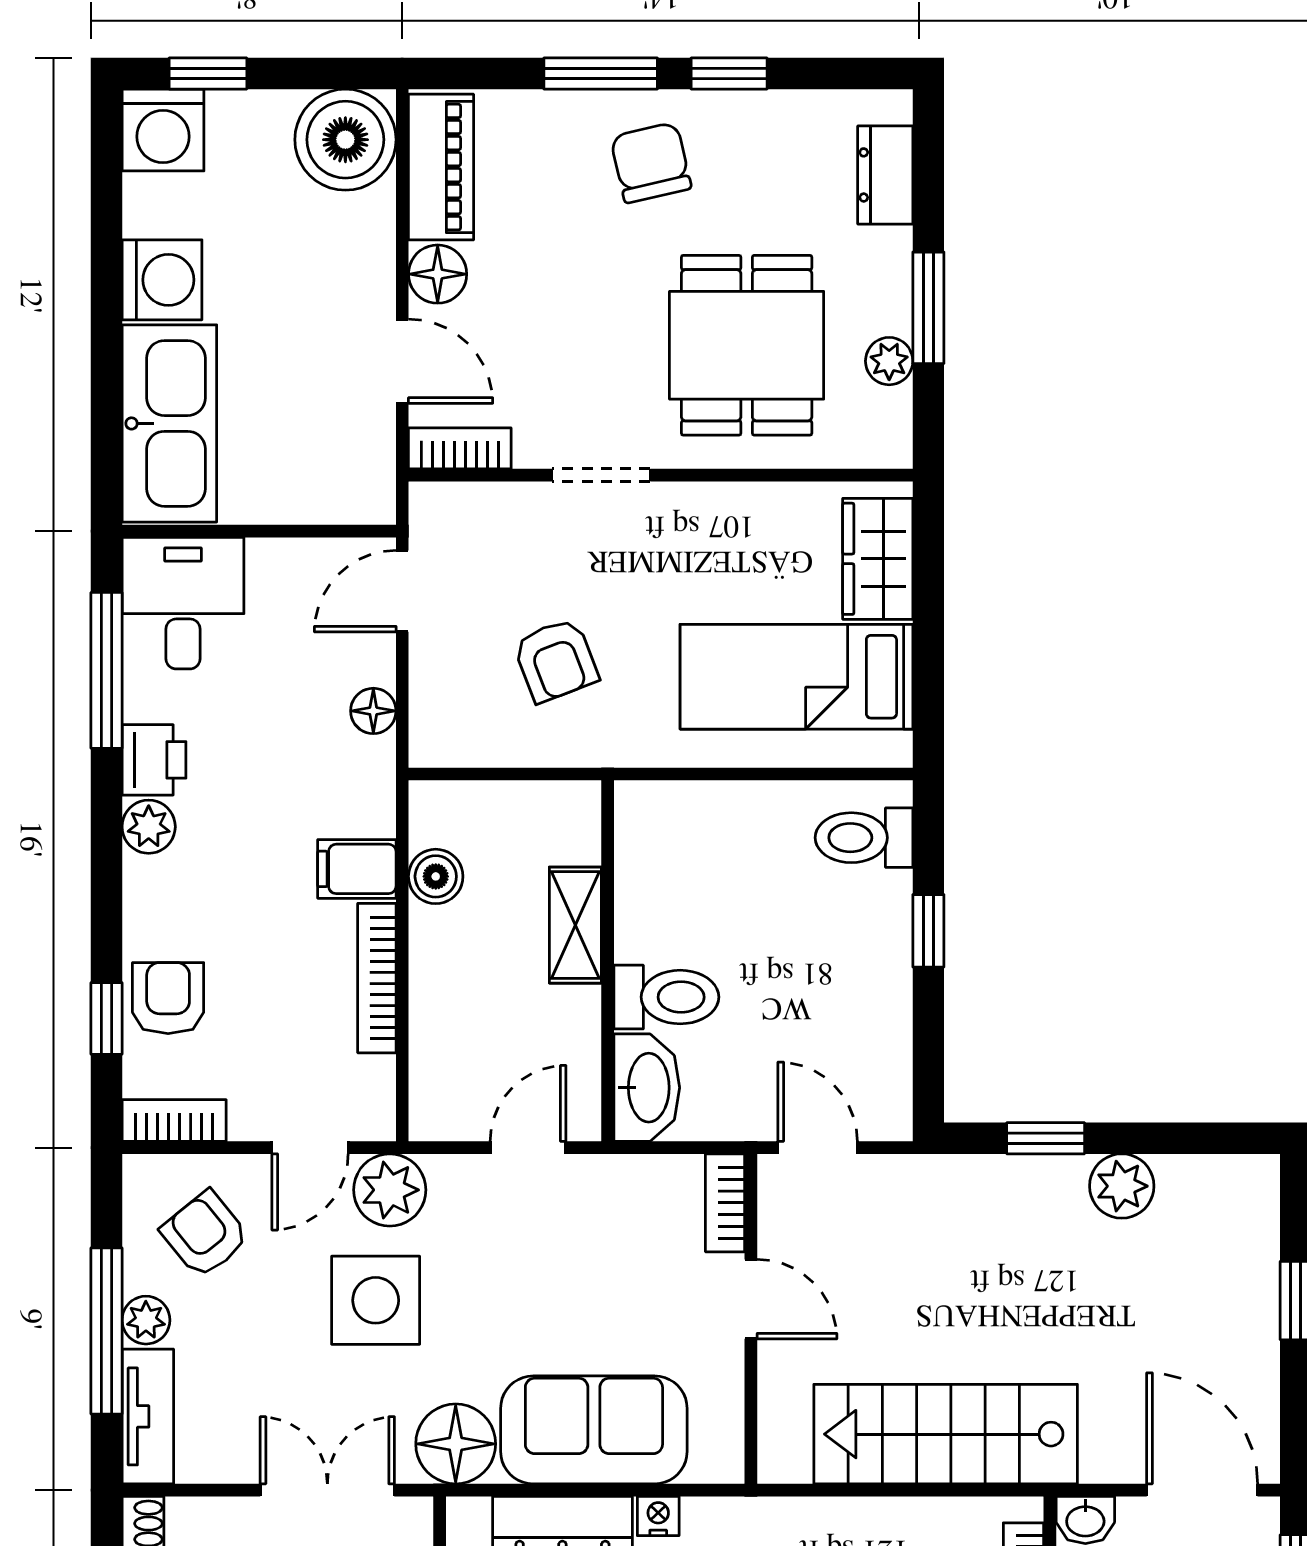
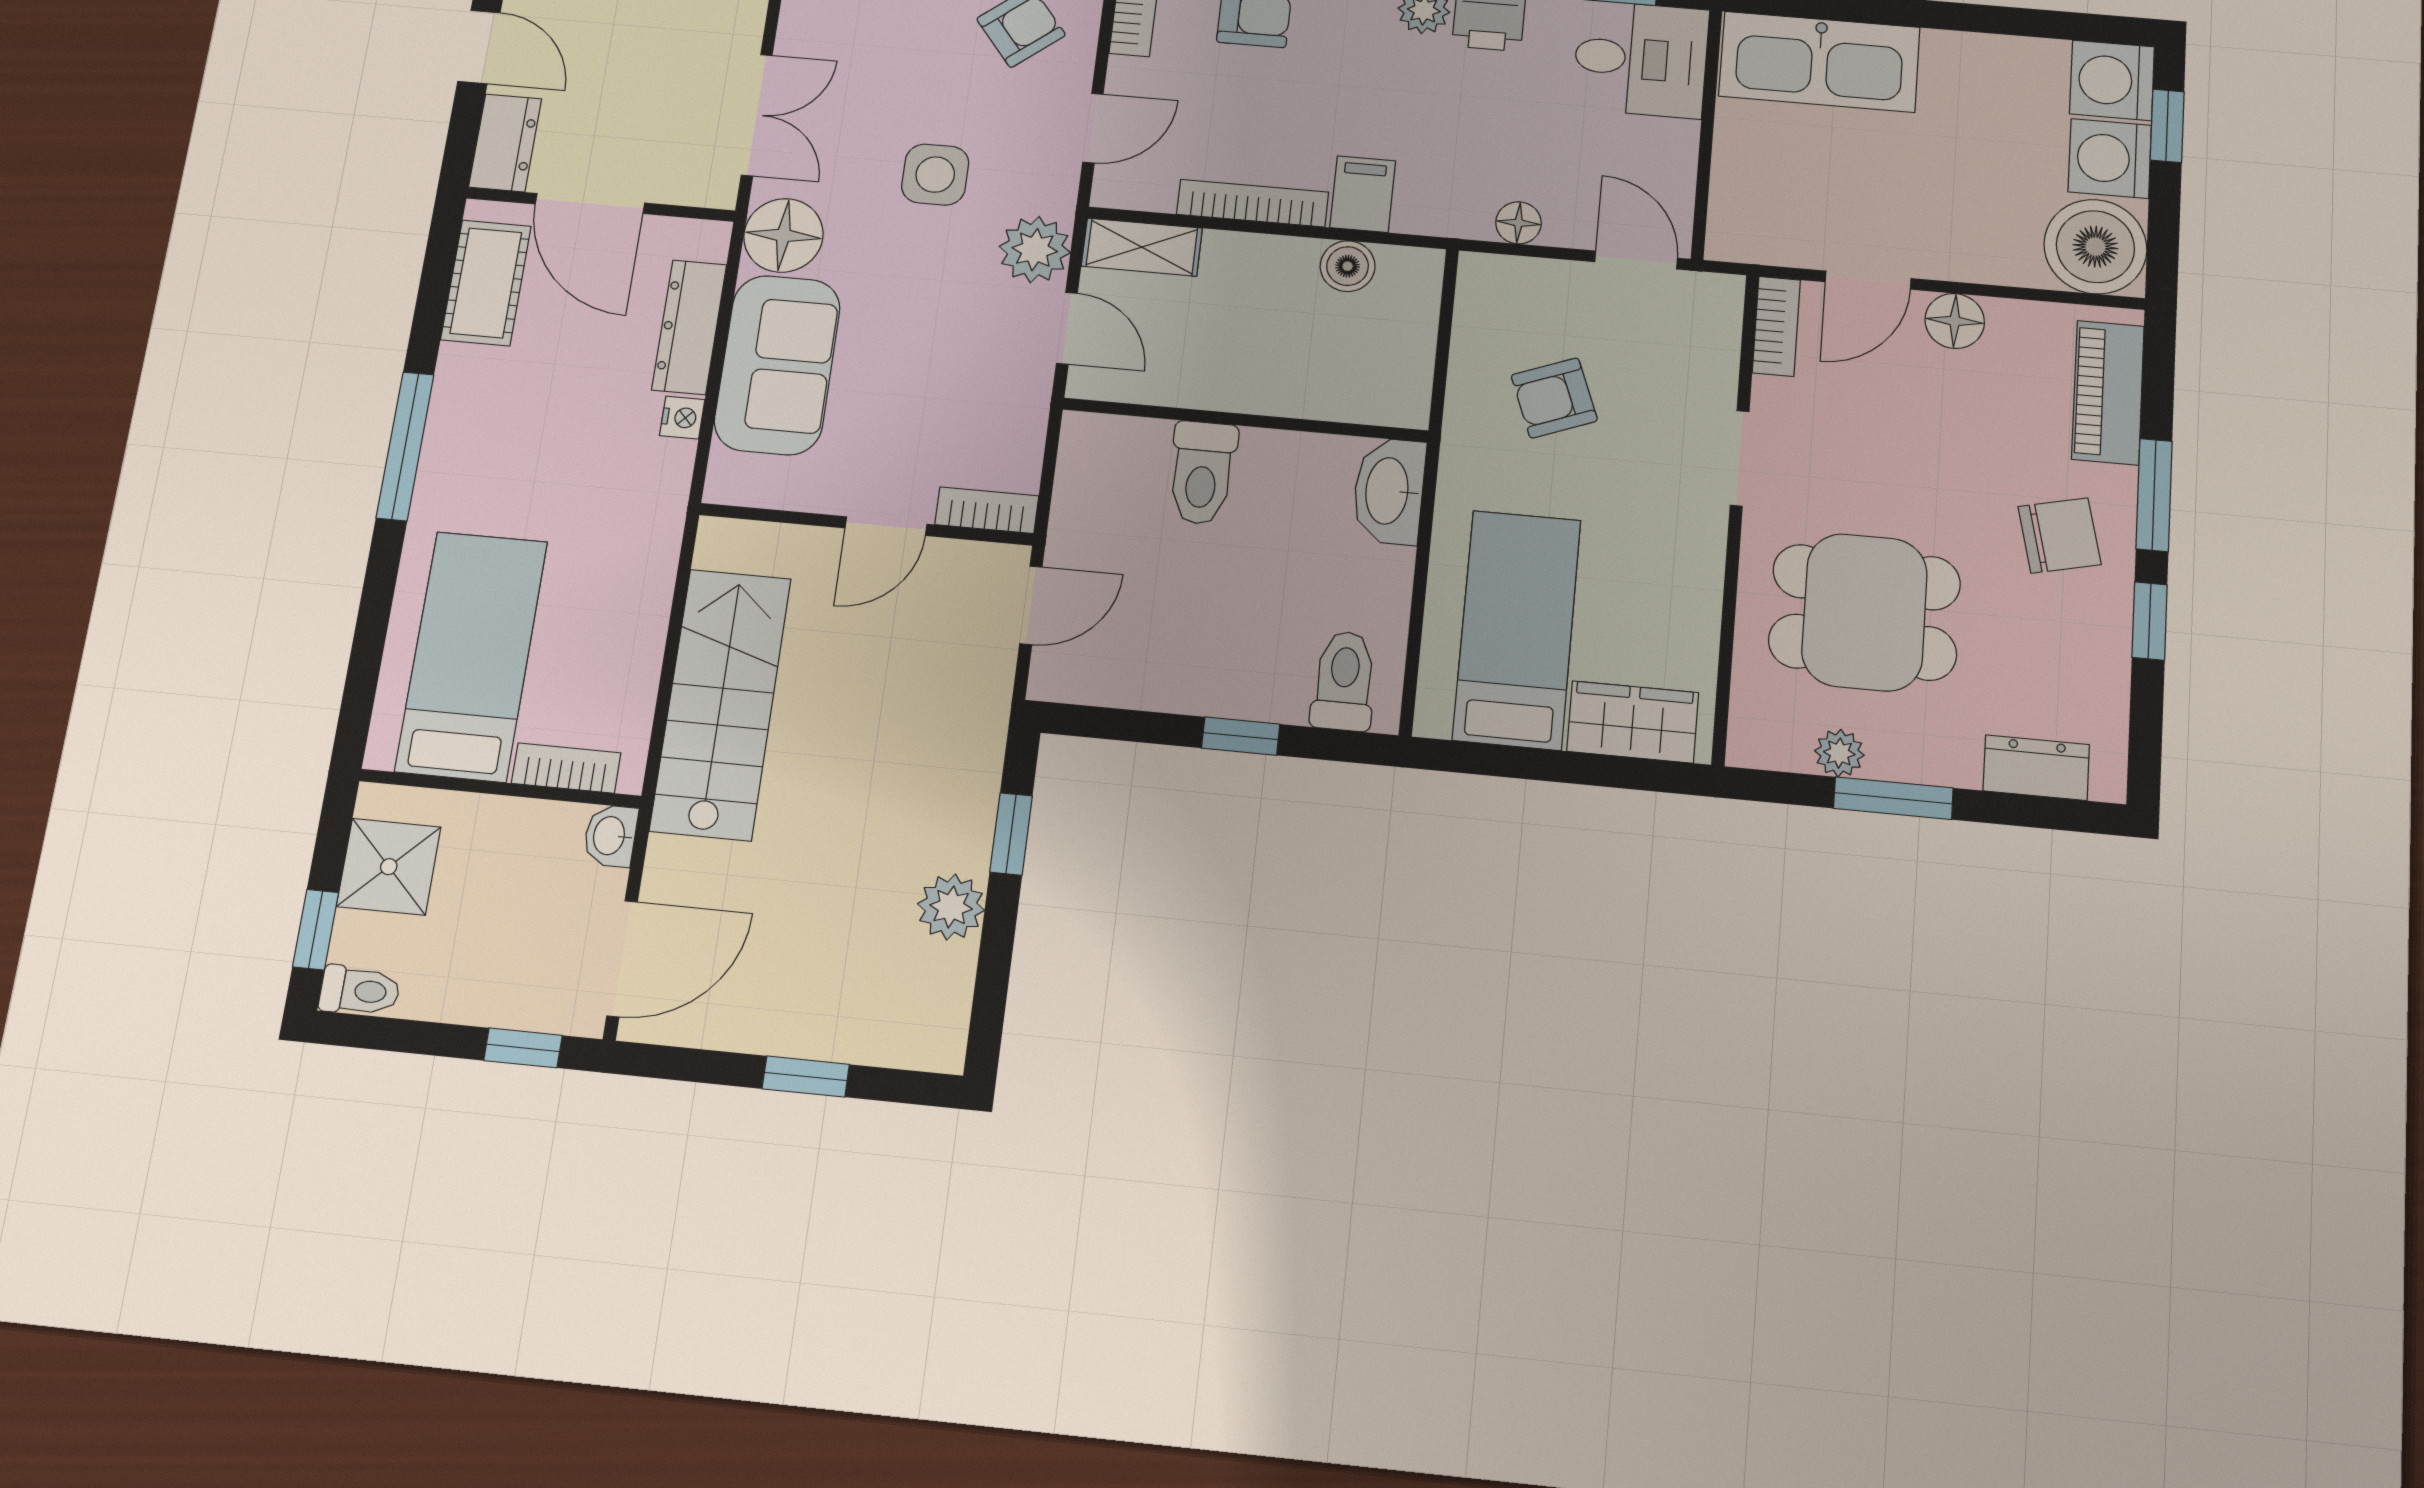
piano: (441, 167) -> (2108, 393), moved, turned 90
washing machine: (162, 280) -> (2110, 159), moved, turned 90
shelving: (575, 925) -> (1142, 247), moved
washbasin: (647, 1088) -> (1389, 491), moved, turned 90
door: (310, 1148) -> (1093, 128), swing flipped
plant: (390, 1190) -> (1035, 250), moved
side table: (376, 1300) -> (935, 175), width x0.73, depth x0.73

